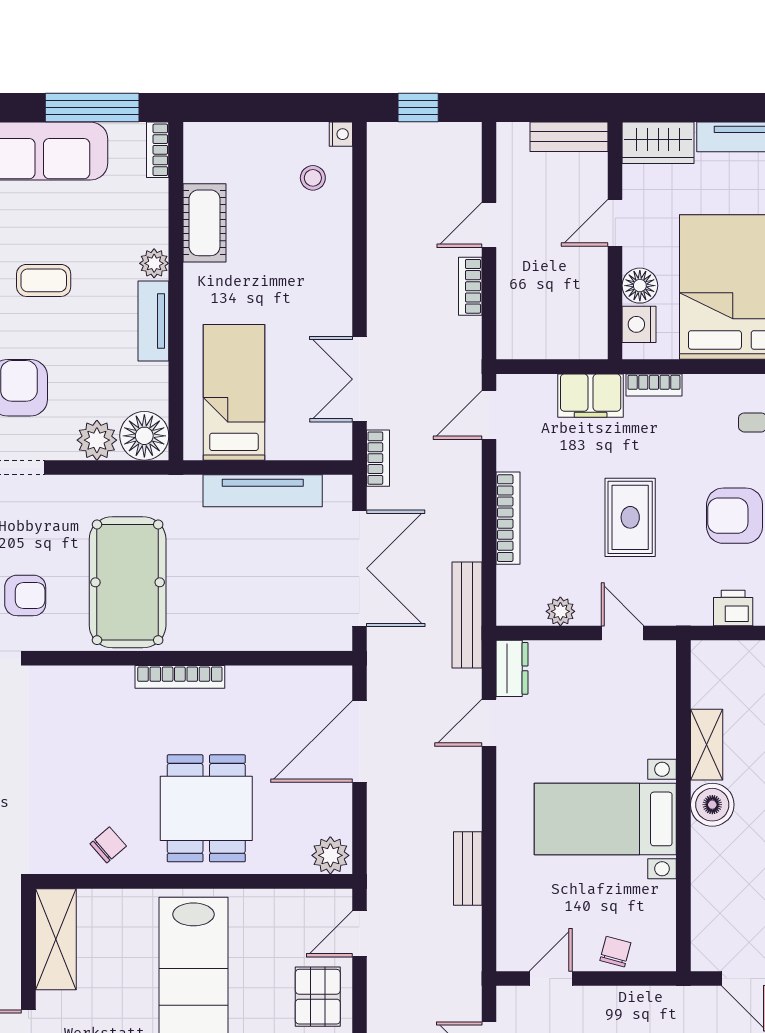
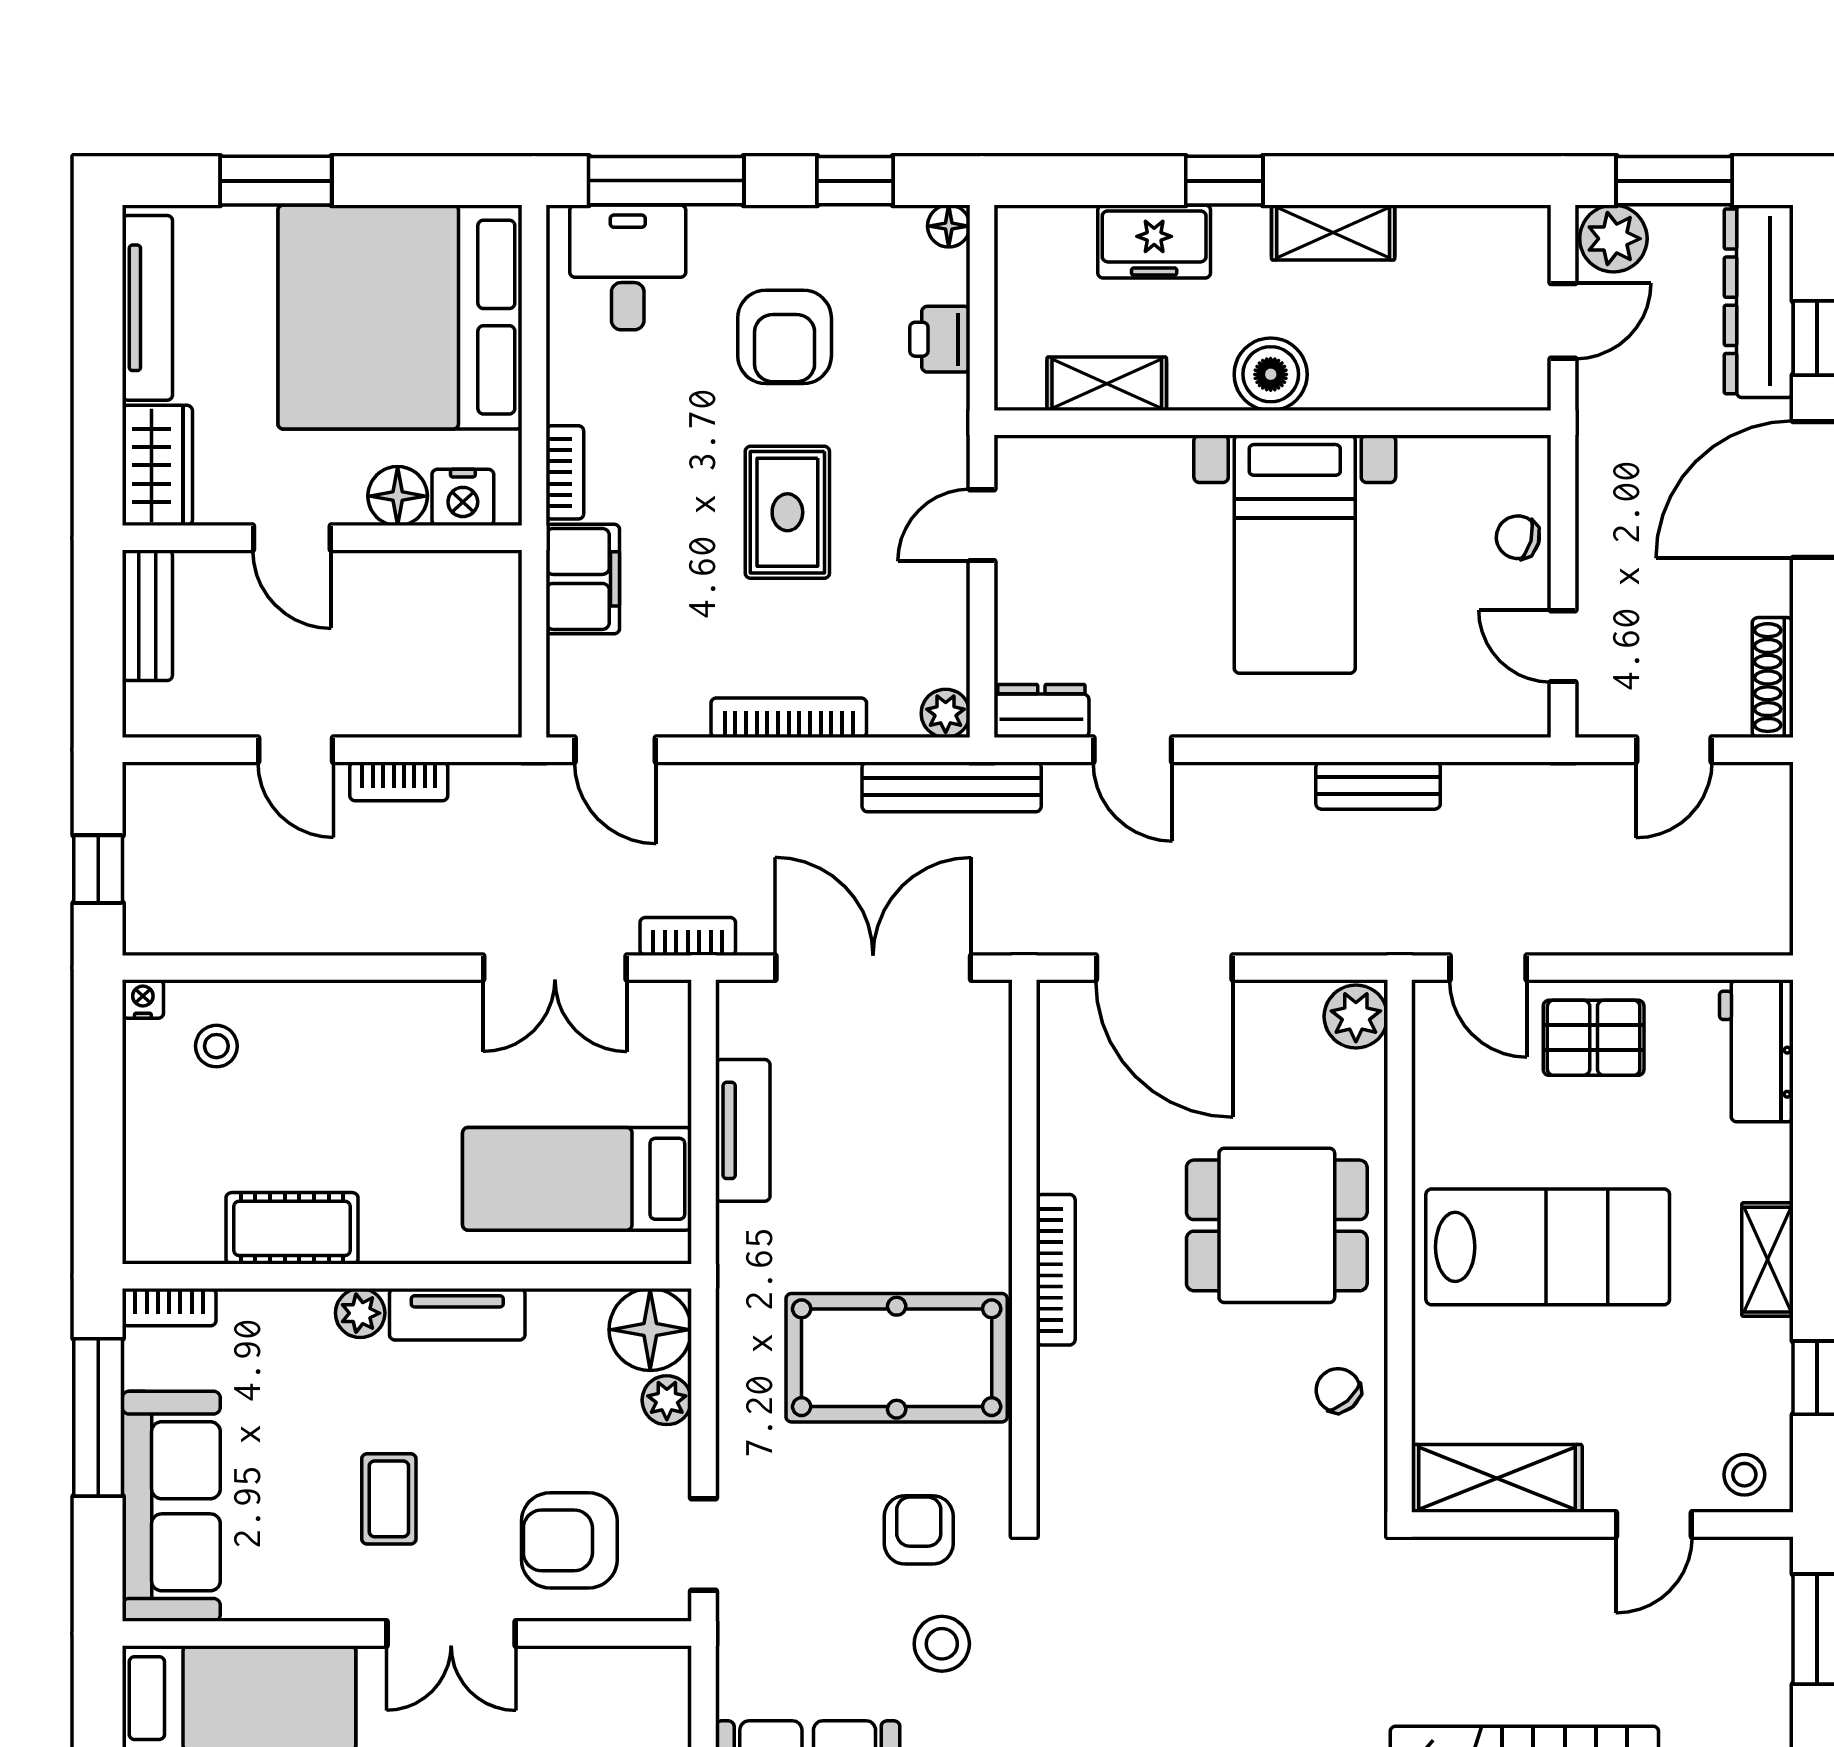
plant: (97, 440) -> (667, 1400), width x0.73, depth x0.73
tv unit: (263, 491) -> (743, 1130), width x0.71
rug: (630, 517) -> (787, 512), turned 90
plant: (560, 611) -> (946, 713), moved
shelving: (707, 745) -> (1107, 384), moved

